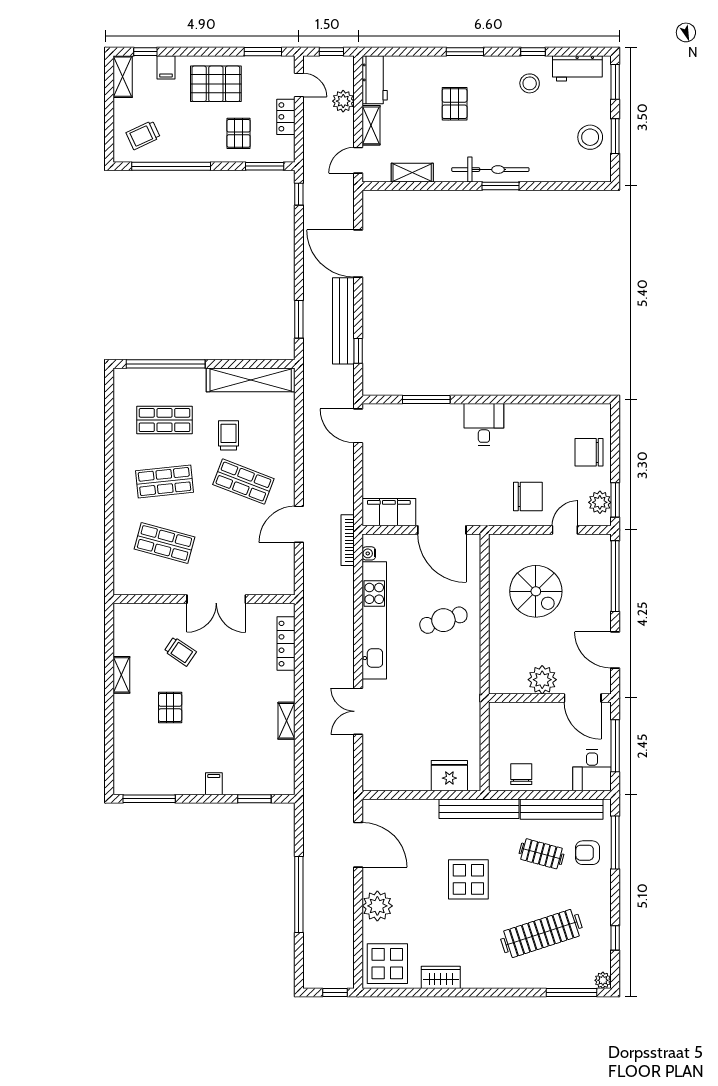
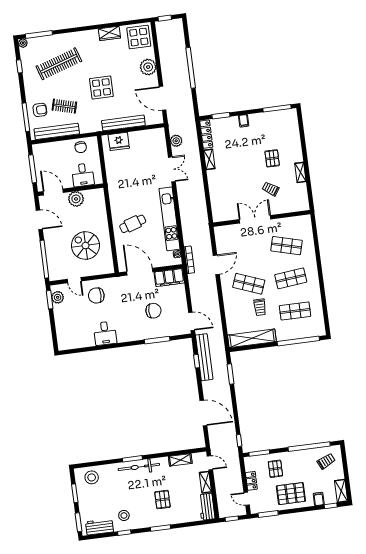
plant: (343, 101) -> (176, 141), moved
stool: (590, 137) -> (92, 477), moved
door: (358, 160) -> (210, 463), hinge flipped
bench: (343, 321) -> (204, 357), moved
desk: (484, 425) -> (105, 333), moved
chair: (589, 452) -> (153, 311), moved
door: (565, 530) -> (74, 280), hinge flipped
locker: (286, 644) -> (206, 134), moved
desk: (592, 770) -> (83, 175), moved, turned 180
bench: (479, 809) -> (123, 123), moved

